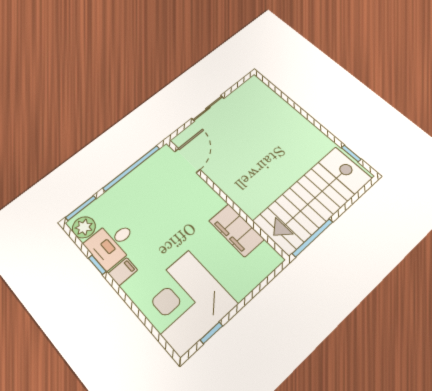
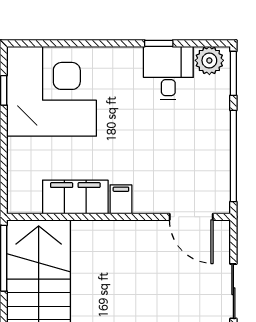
filing cabinet: (123, 272) -> (121, 199), moved, turned 180

